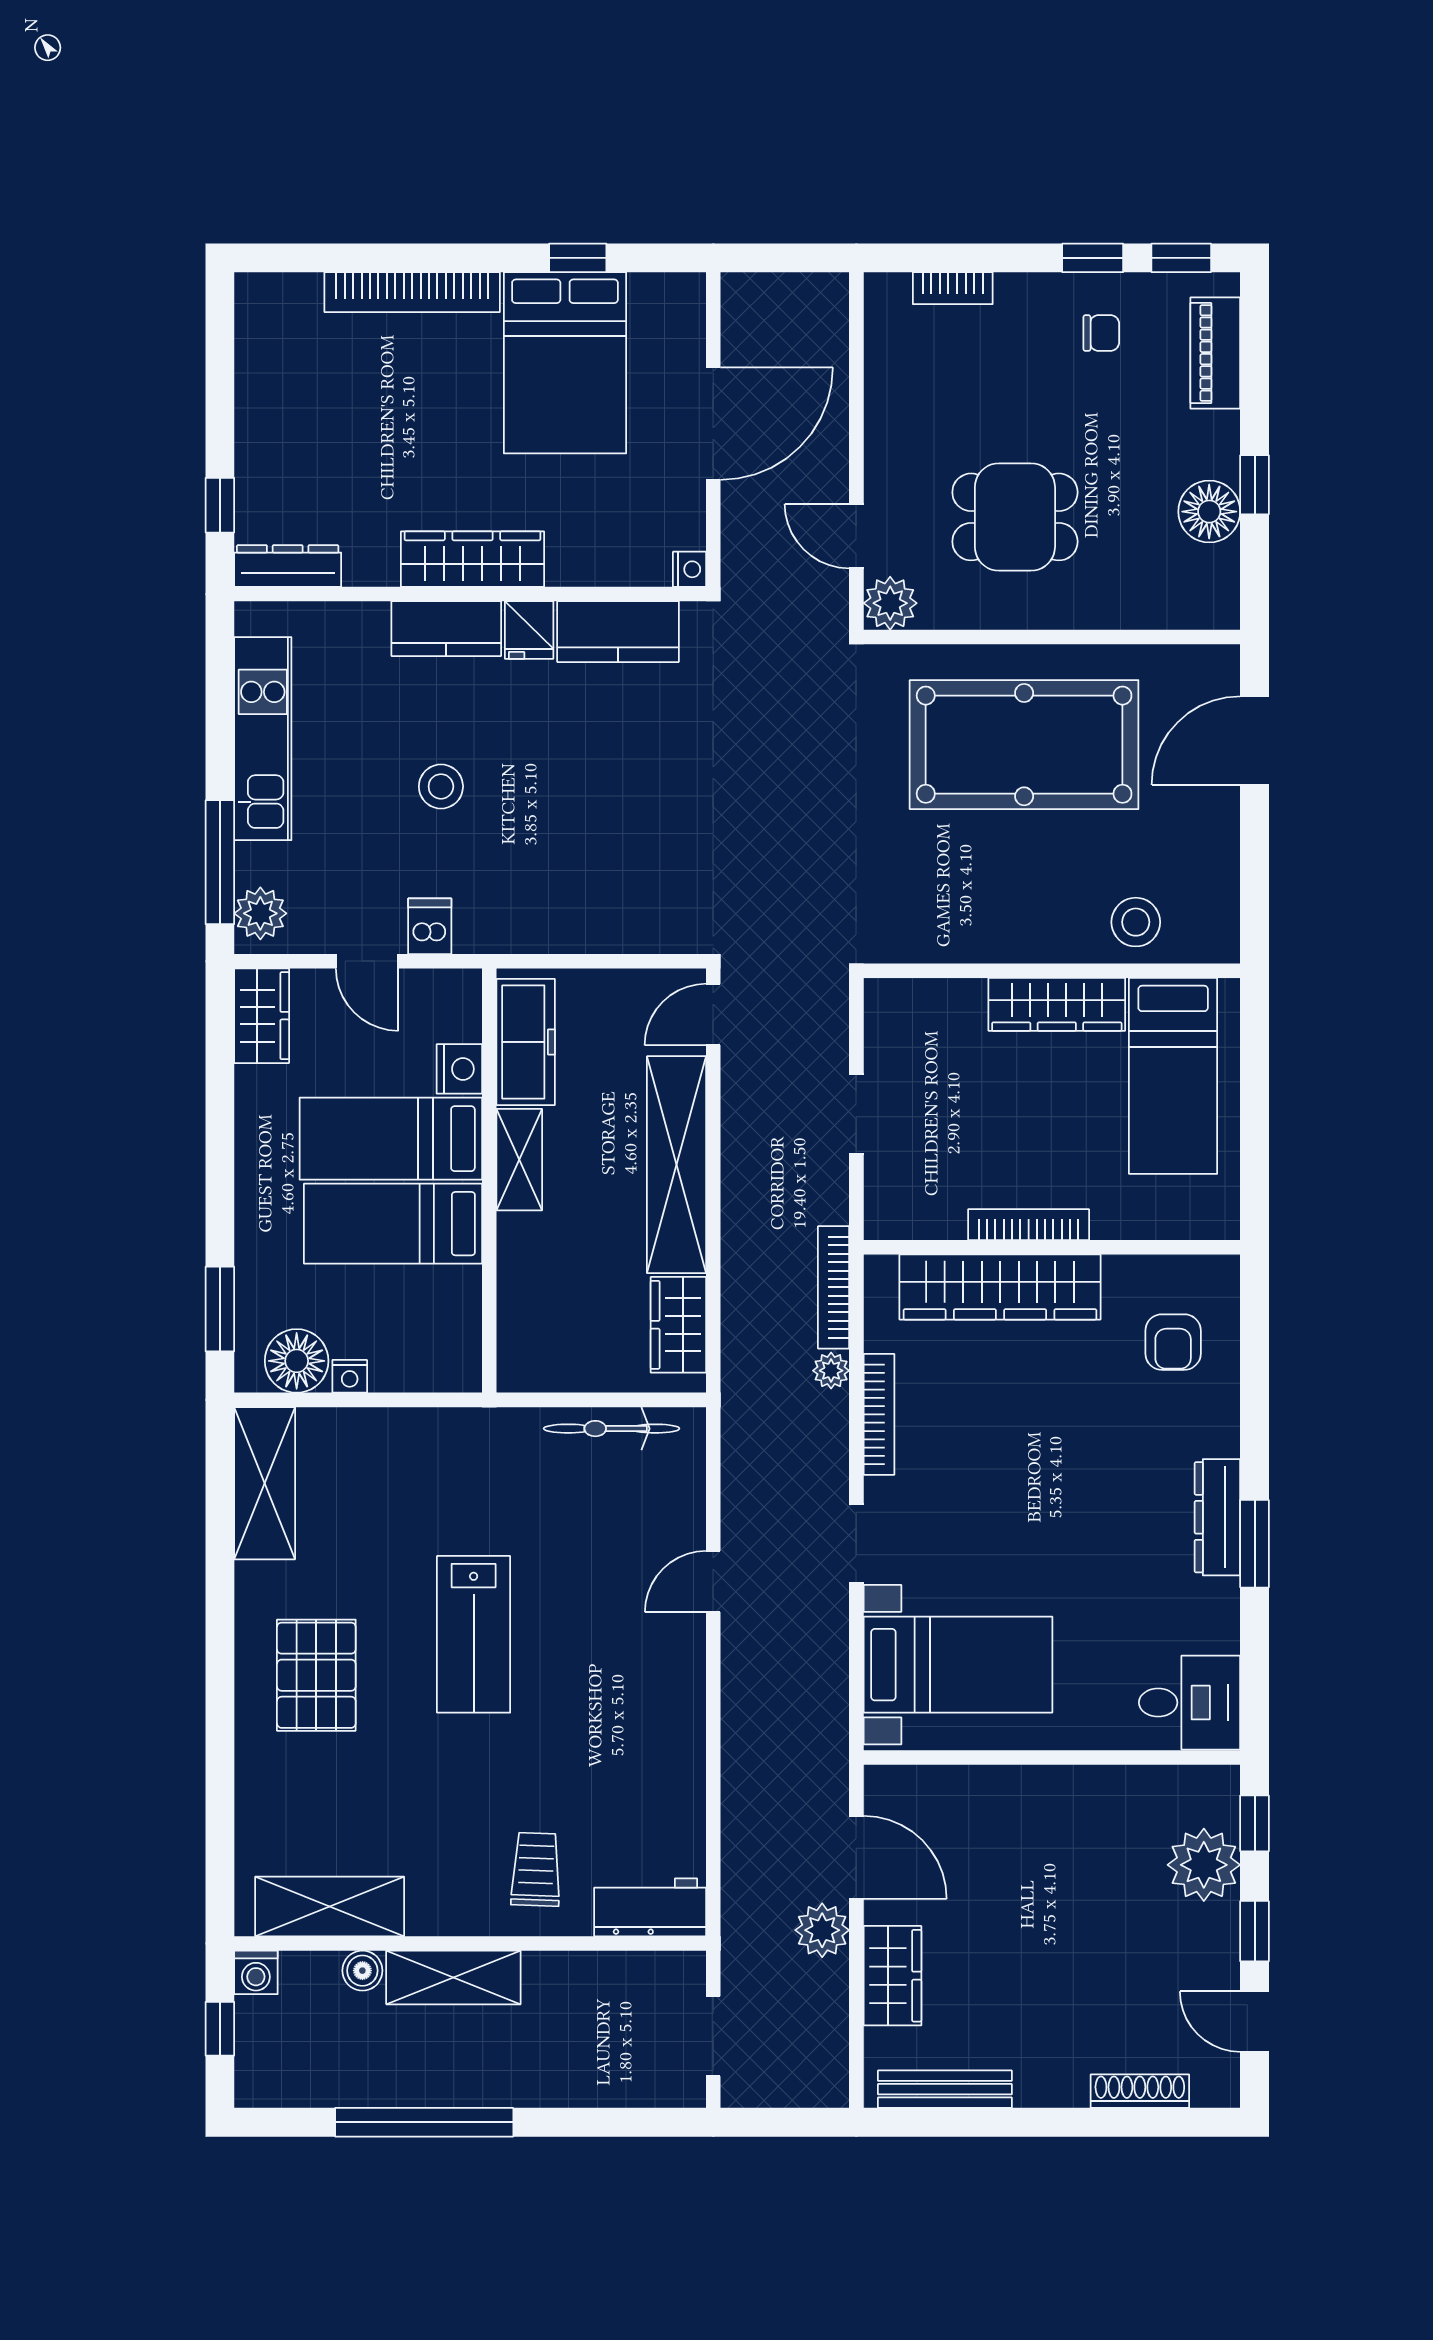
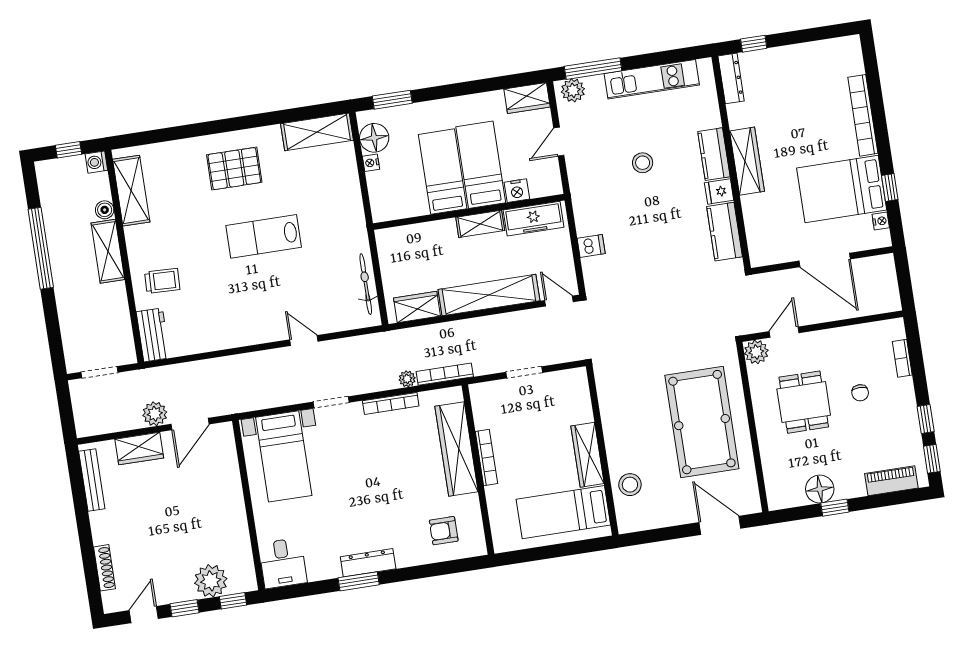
chair: (1101, 333) -> (860, 393), moved
nightstand: (690, 569) -> (881, 221), moved, turned -90
dishwasher: (430, 926) -> (591, 246), moved

